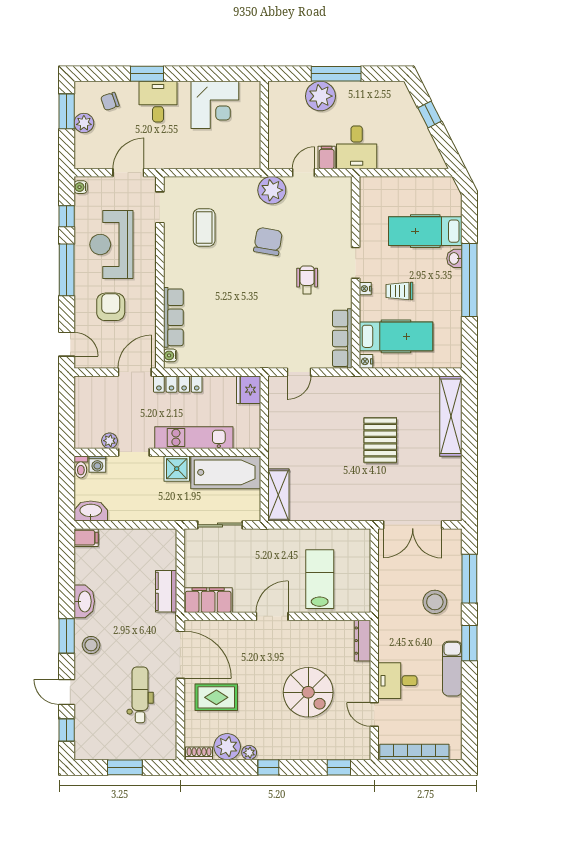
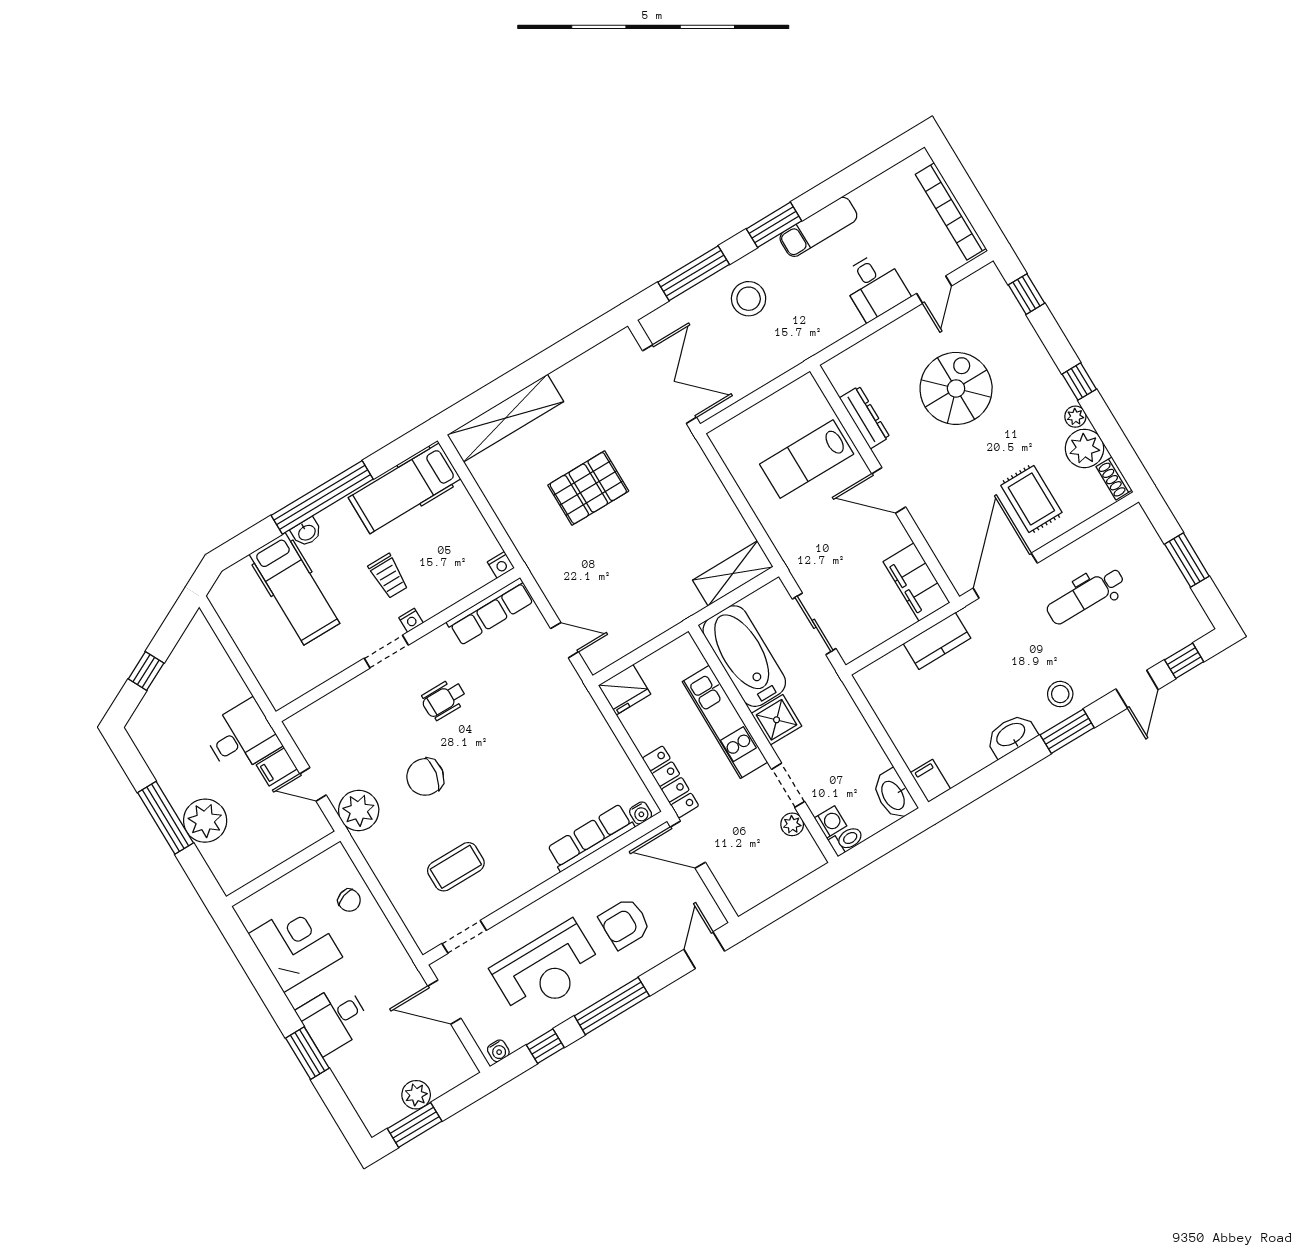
chair: (110, 101) -> (349, 900), moved
hospital bed: (396, 336) -> (405, 488), moved, turned -90
dresser: (362, 641) -> (865, 417), moved, turned -90

